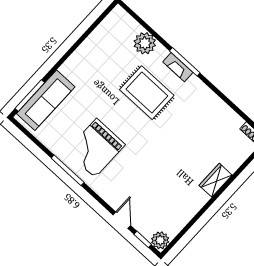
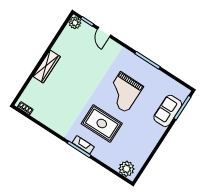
plant: (145, 43) -> (126, 169), moved
sofa: (46, 100) -> (168, 111), width x0.73
grand piano: (96, 148) -> (124, 92), moved, turned 180
wardrobe: (216, 180) -> (47, 66), width x1.50

